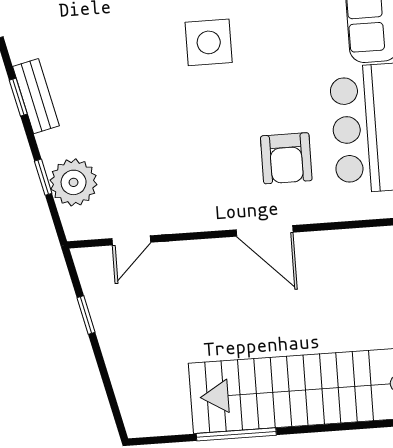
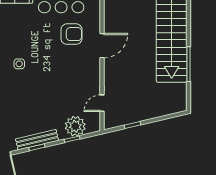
side table: (209, 42) -> (19, 64), width x0.54, depth x0.54
bench: (36, 96) -> (37, 140), width x1.36
door: (131, 240) -> (102, 103), swing flipped

